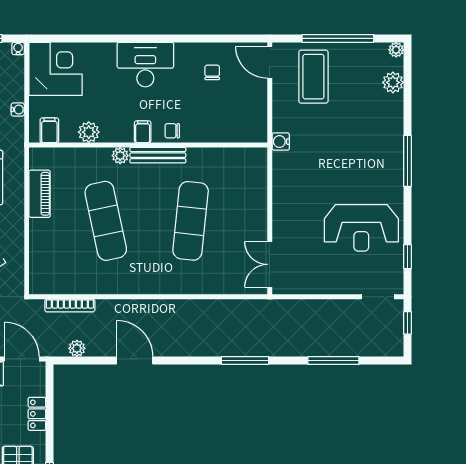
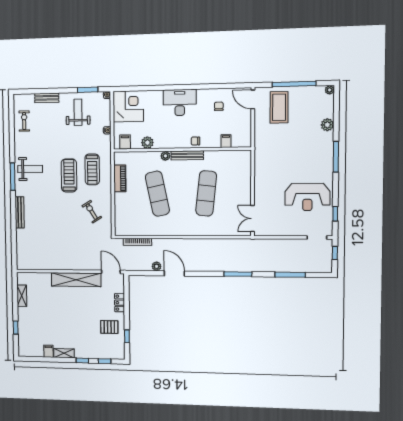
plant: (393, 82) -> (327, 125), moved
filing cabinet: (143, 132) -> (226, 141), moved
water cooler: (281, 142) -> (259, 146), removed
plant: (77, 348) -> (157, 266), moved

